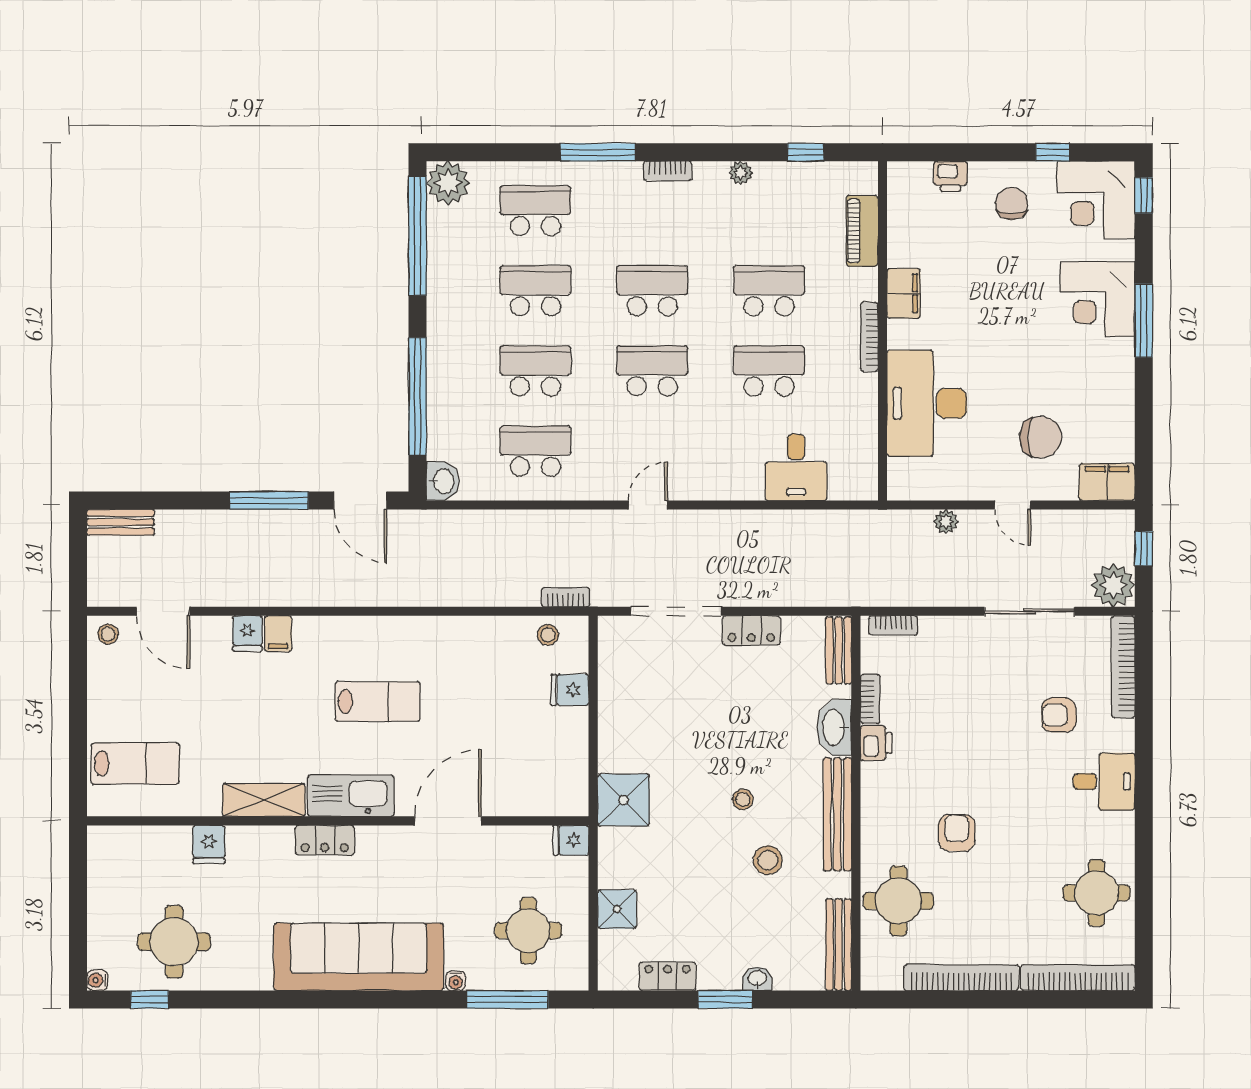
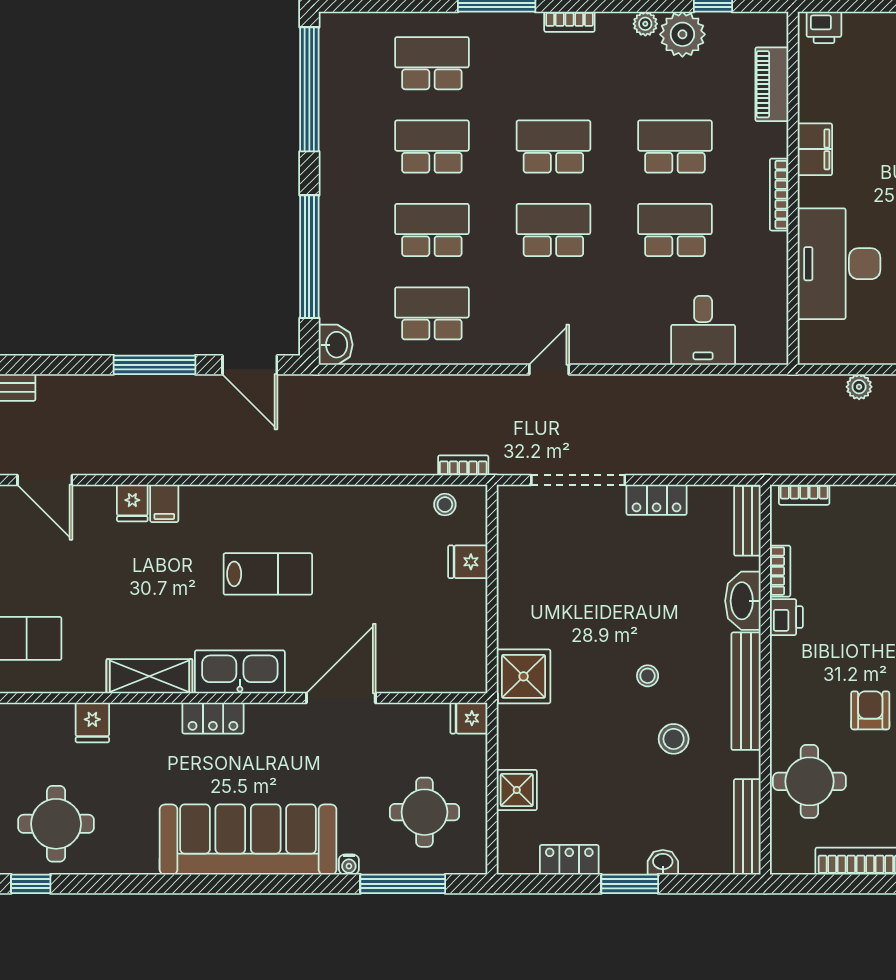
printer: (950, 176) -> (824, 27), moved
plant: (448, 183) -> (682, 34), moved

